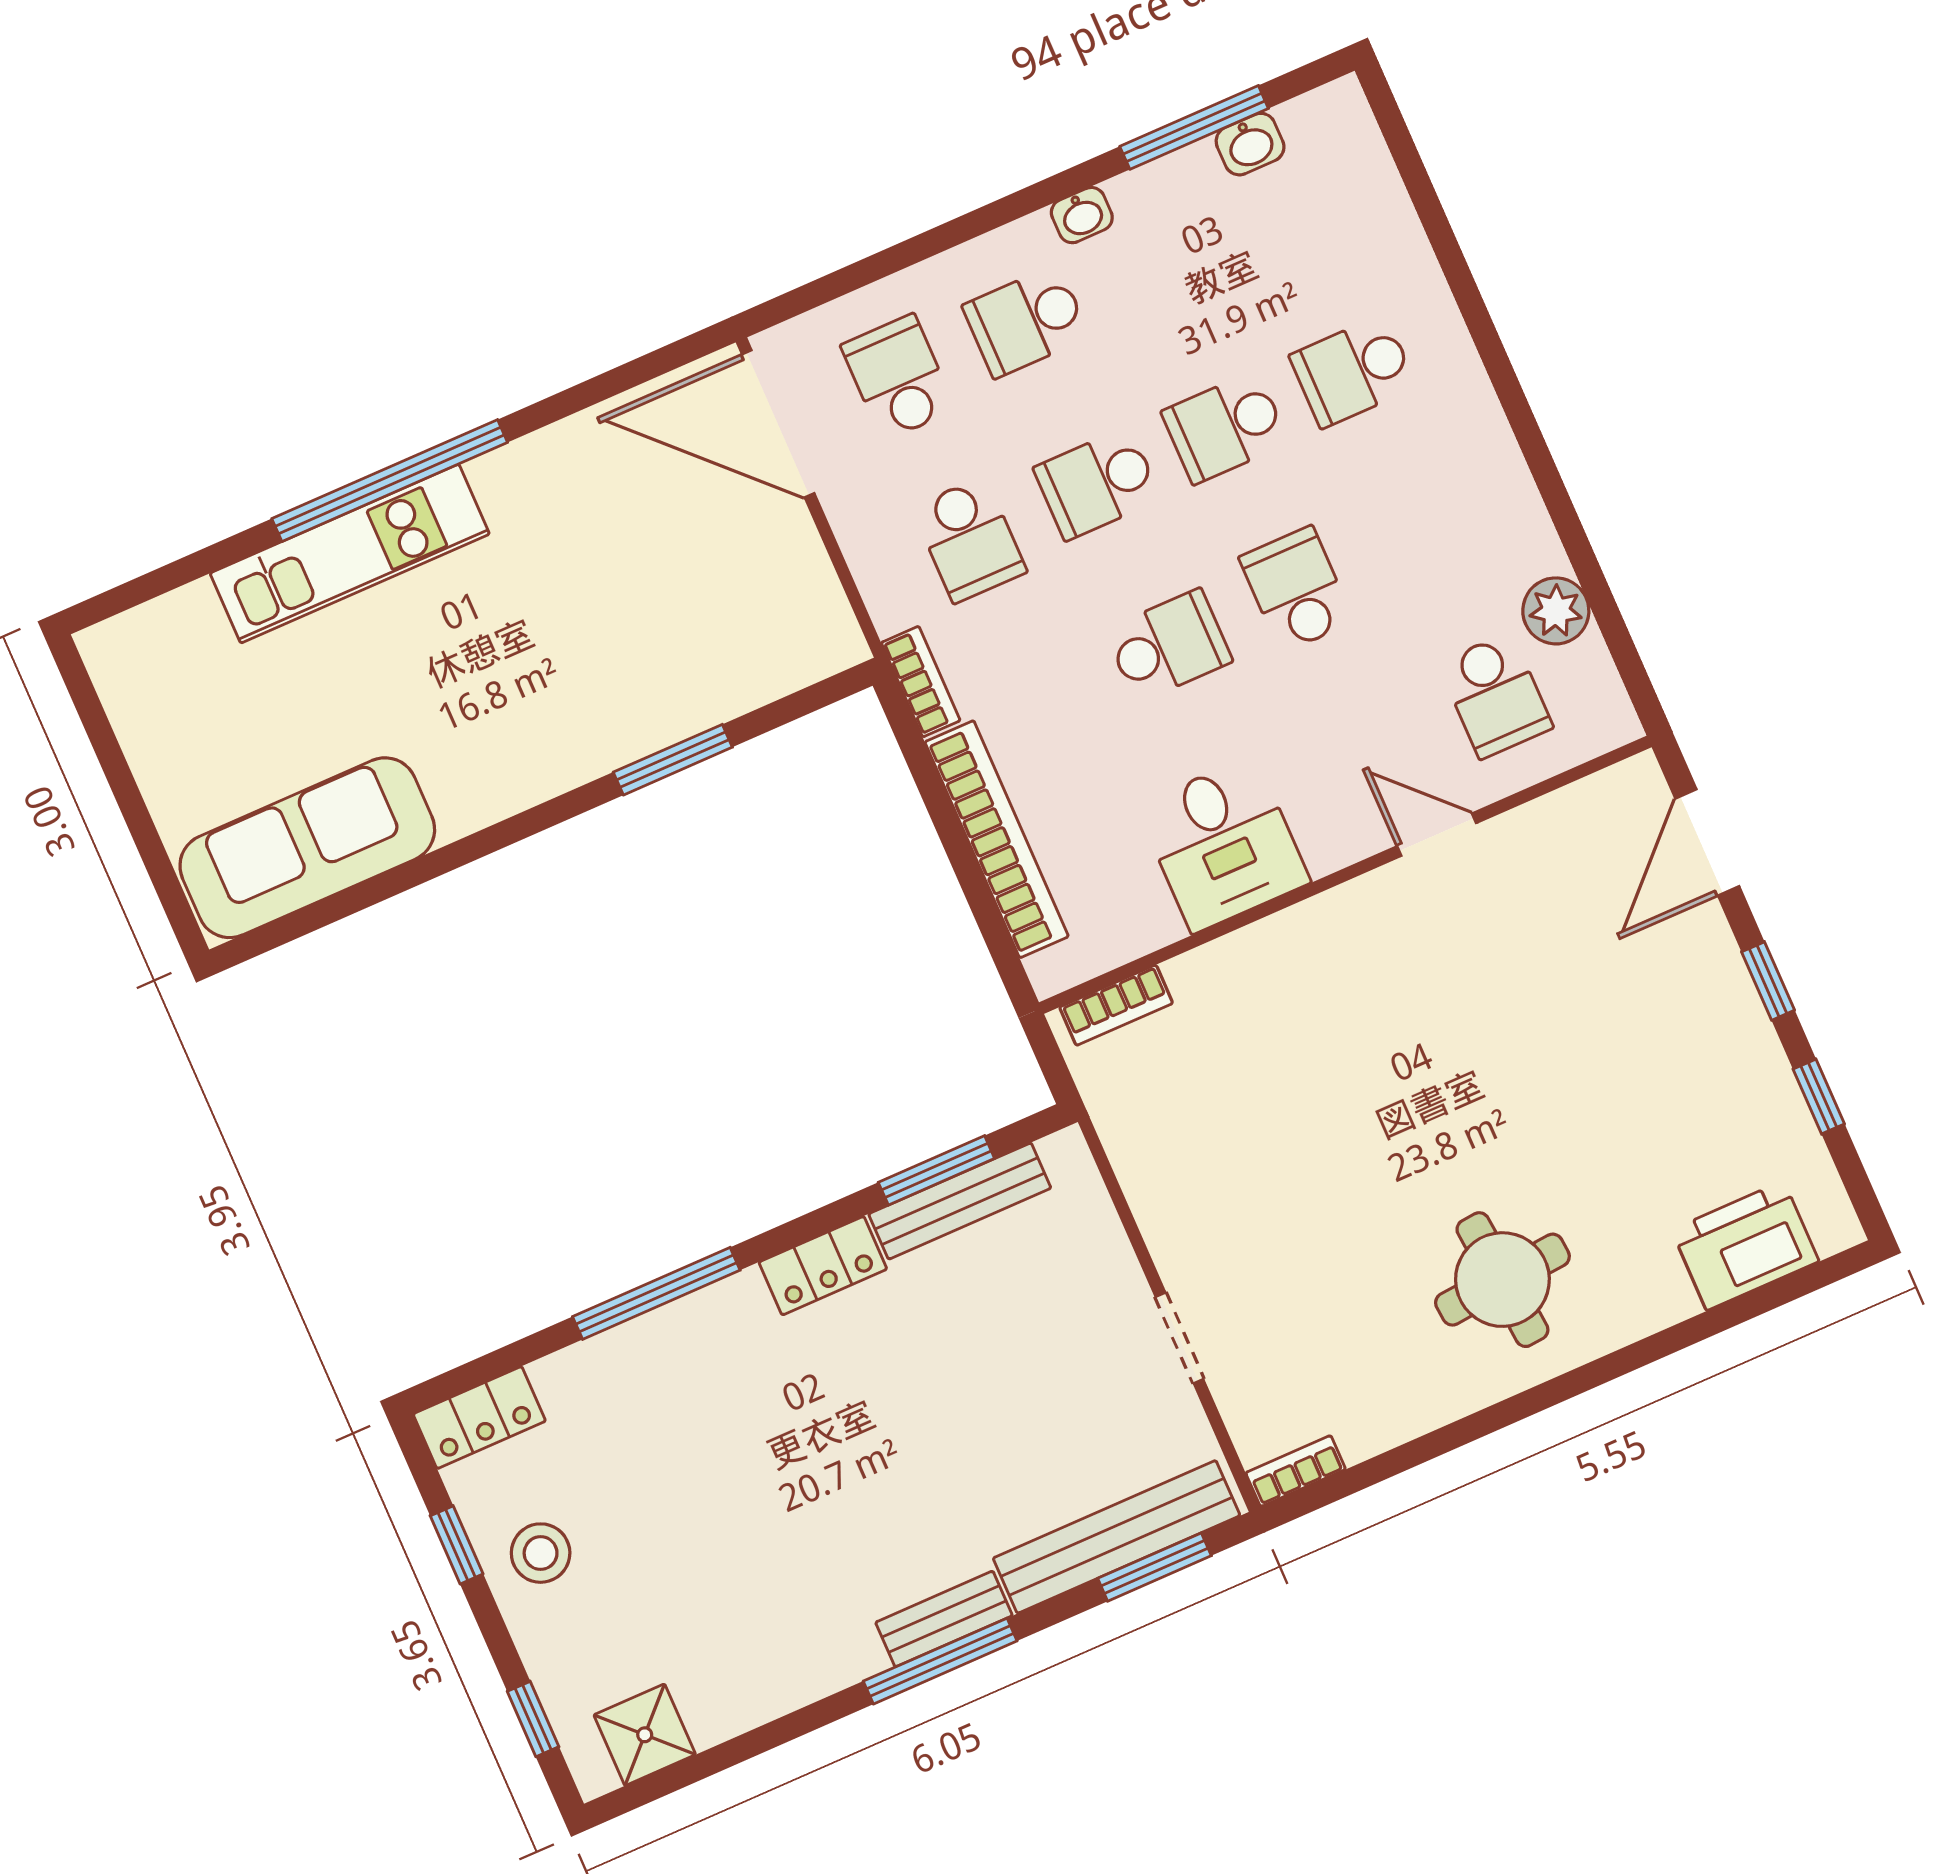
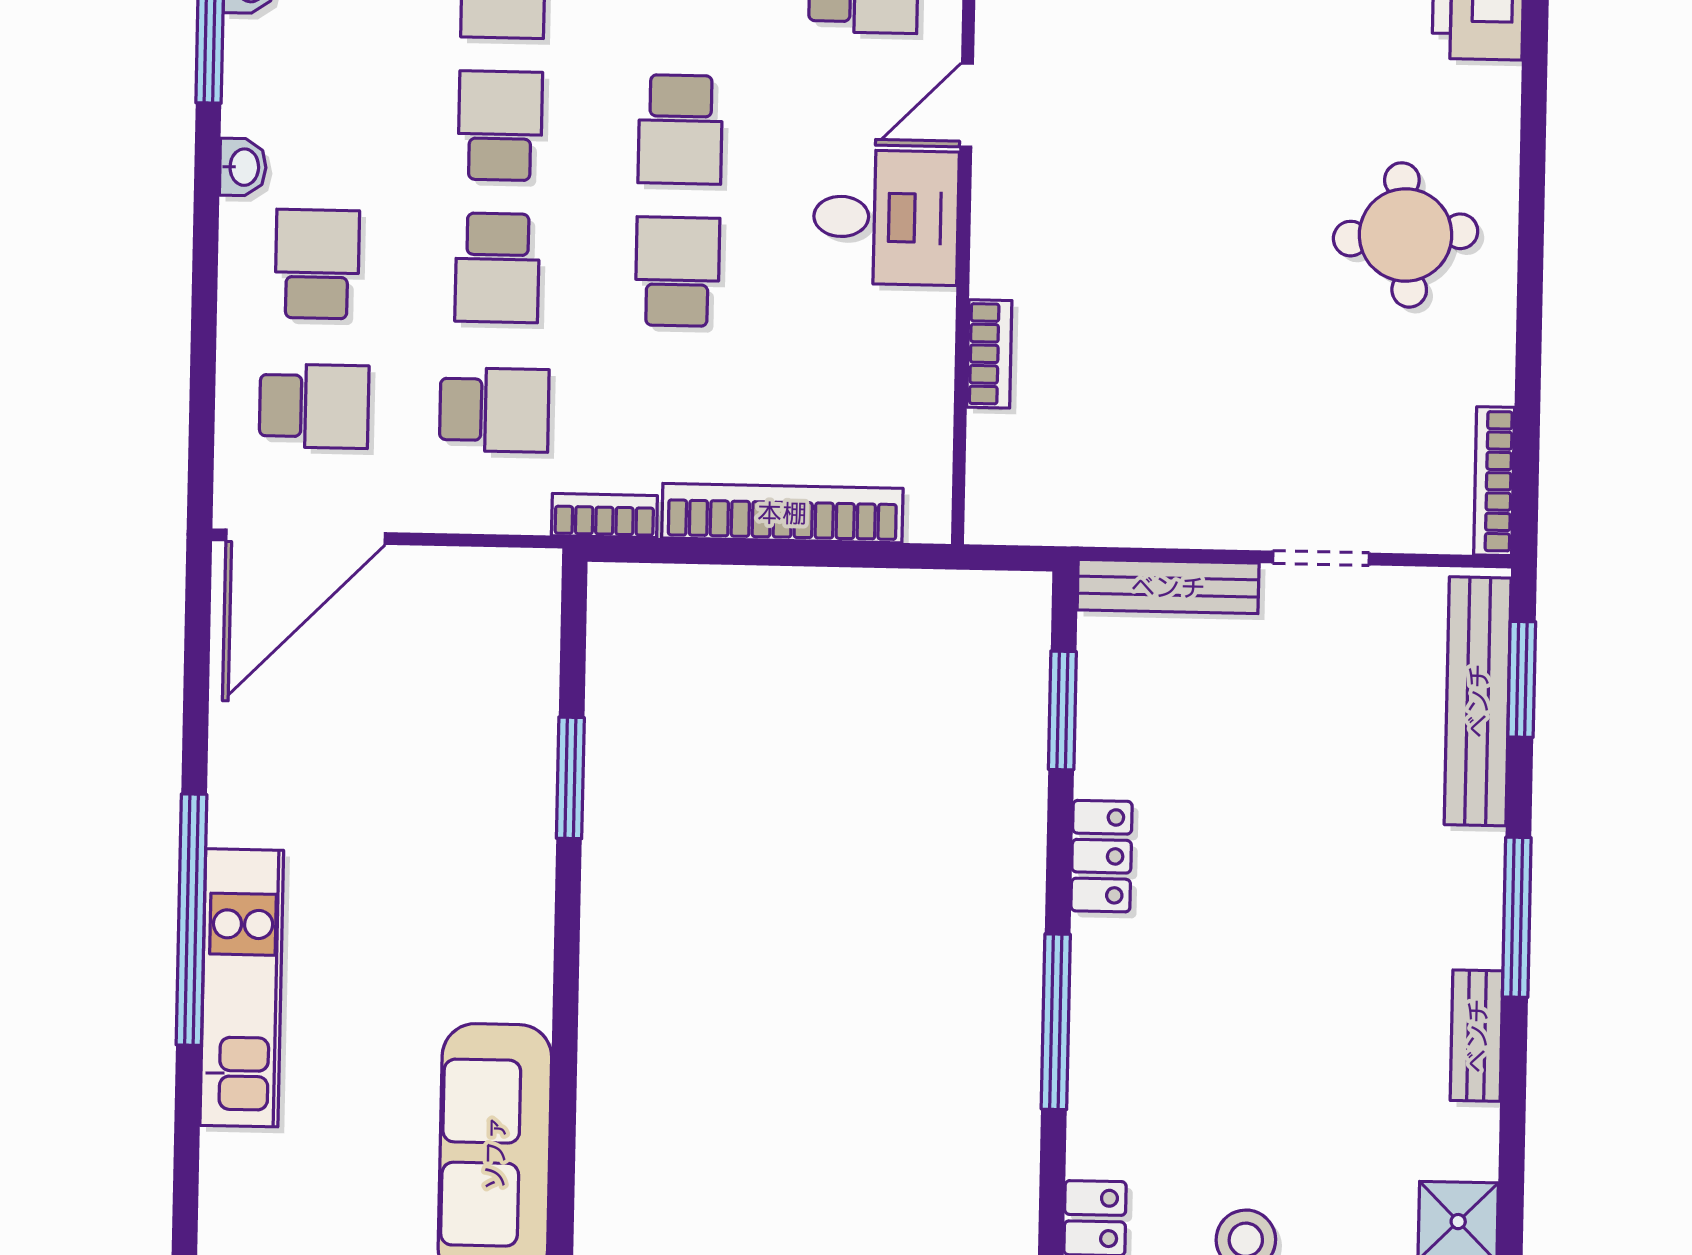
school desk: (1026, 321) -> (317, 264), turned 180
school desk: (898, 377) -> (314, 406), turned 180
school desk: (1225, 427) -> (500, 126), turned 180
school desk: (1296, 589) -> (680, 129), turned -90
desk: (1223, 844) -> (886, 217), moved
bookcase: (1116, 1005) -> (989, 354), moved
bench: (960, 1201) -> (1168, 587), moved, turned 90
bookcase: (1296, 1471) -> (1494, 481), width x1.56
bench: (944, 1619) -> (1477, 1036), moved

